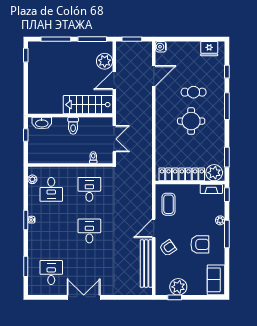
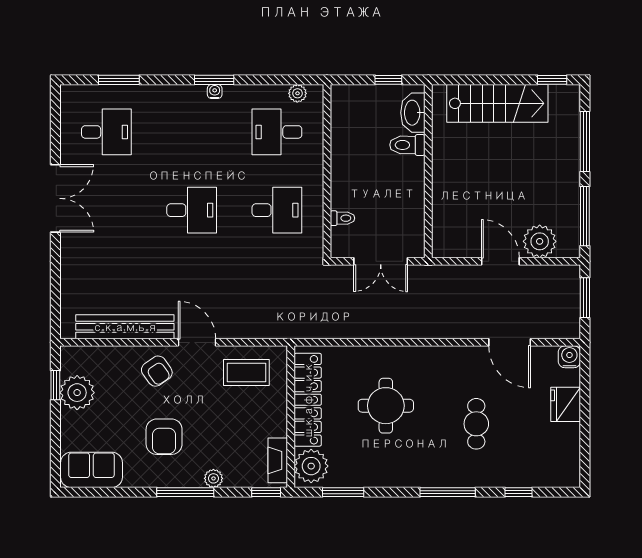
fridge: (209, 49) -> (566, 404), moved
stairs: (88, 105) -> (497, 103), moved, turned 90
round table: (191, 121) -> (386, 406), moved
toilet: (73, 126) -> (407, 145), moved

